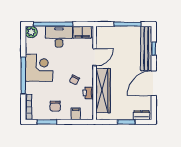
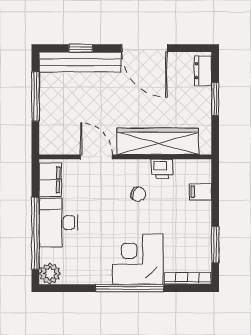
corner desk: (39, 68) -> (138, 259), moved
chair: (55, 106) -> (186, 229), removed

